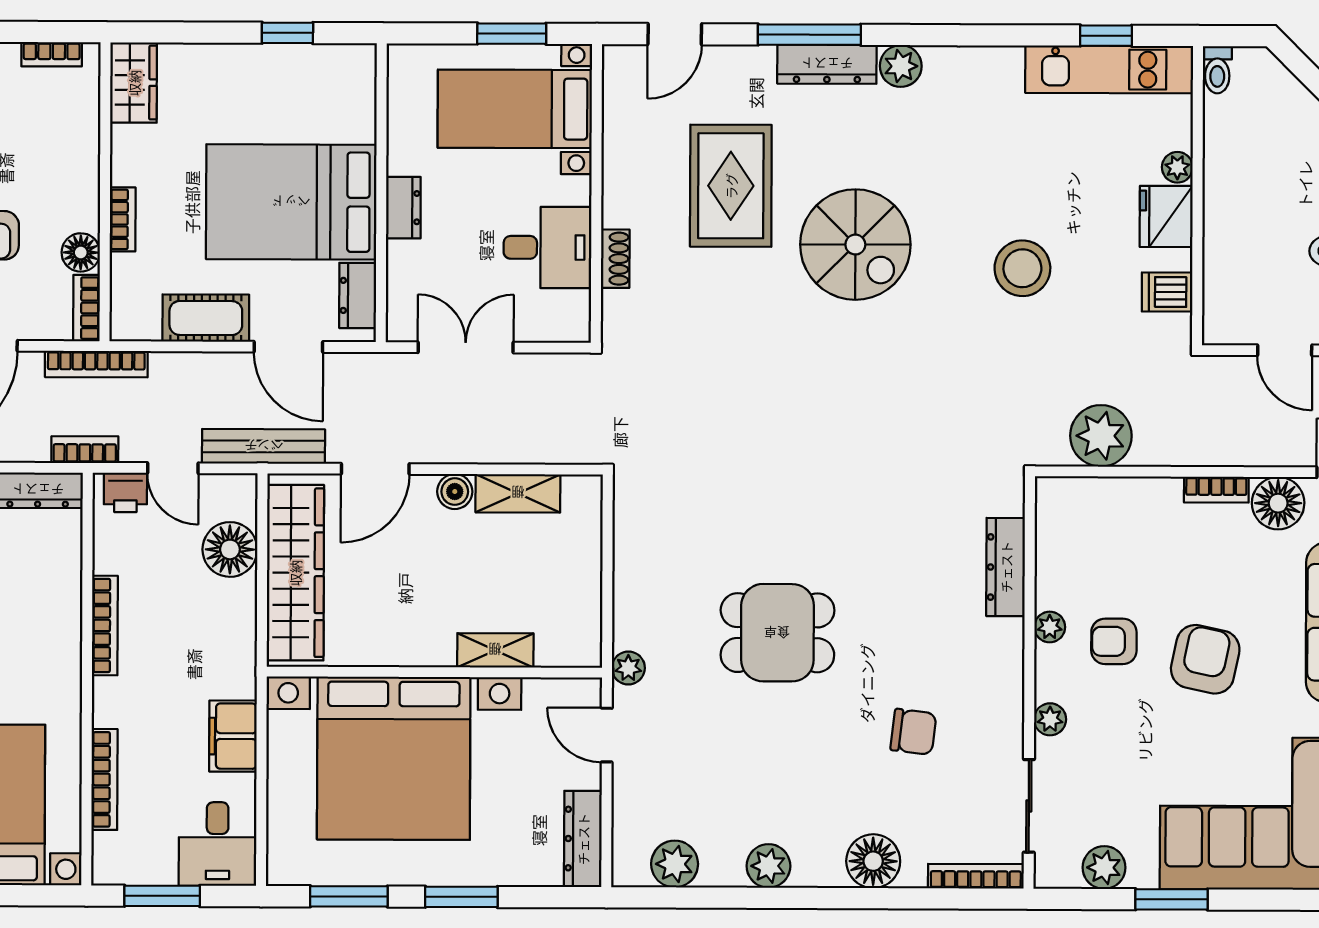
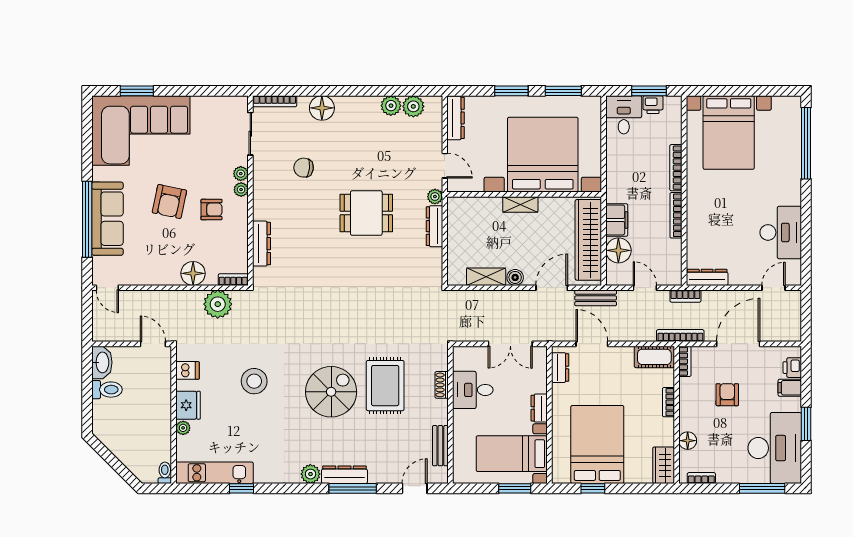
window: (512, 34) -> (515, 488), moved
window: (1106, 36) -> (241, 488), moved
bed with nightstands: (515, 109) -> (512, 454), moved, turned 180
bench: (618, 127) -> (440, 446), added
rug: (731, 186) -> (385, 386), moved
bed: (291, 202) -> (597, 444), moved, turned -90
spiral stairs: (855, 245) -> (331, 392), turned 90
floor lamp: (81, 252) -> (688, 441), moved
cot: (206, 318) -> (654, 357), moved
door: (1285, 350) -> (153, 344), moved
bench: (264, 446) -> (596, 298), width x0.73
bookcase: (1216, 490) -> (233, 280), moved
printer: (125, 492) -> (653, 105), moved, turned 180
floor lamp: (1278, 503) -> (193, 273), moved
dresser: (630, 604) -> (434, 226), added
plant: (1050, 627) -> (241, 190), moved
shelving: (495, 650) -> (520, 204), moved
filing cabinet: (233, 736) -> (617, 220), moved
bookcase: (105, 779) -> (676, 168), moved
plant: (768, 866) -> (391, 106), moved
plant: (1104, 868) -> (216, 105), removed
window: (1172, 899) -> (137, 91), moved

